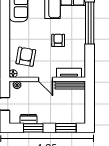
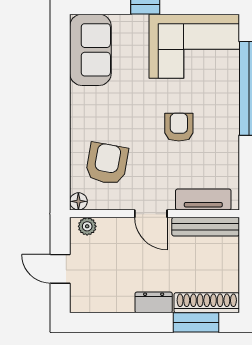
dresser: (28, 119) -> (154, 302), moved
shoe rack: (71, 119) -> (207, 303), added
window: (33, 128) -> (123, 322), removed

